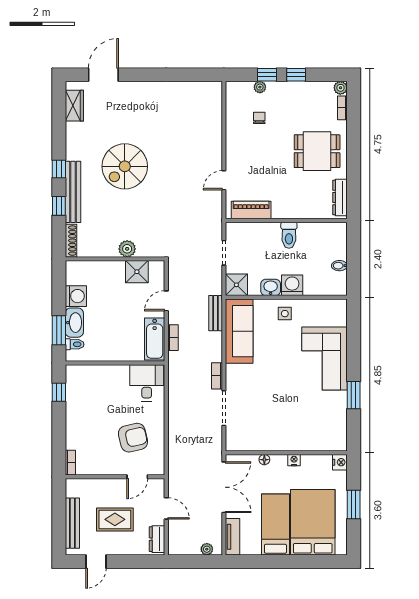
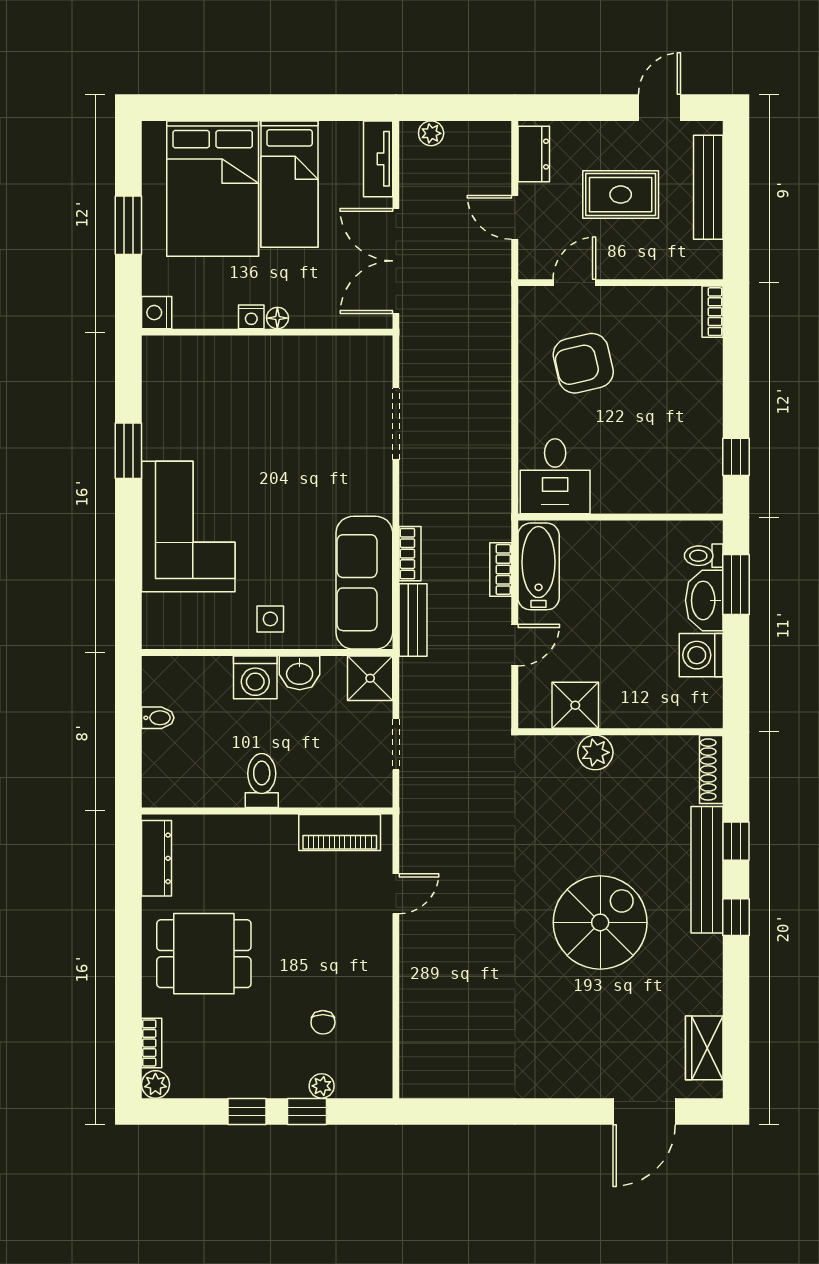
bookcase: (217, 376) -> (410, 554), moved
floor lamp: (264, 460) -> (277, 318), moved

